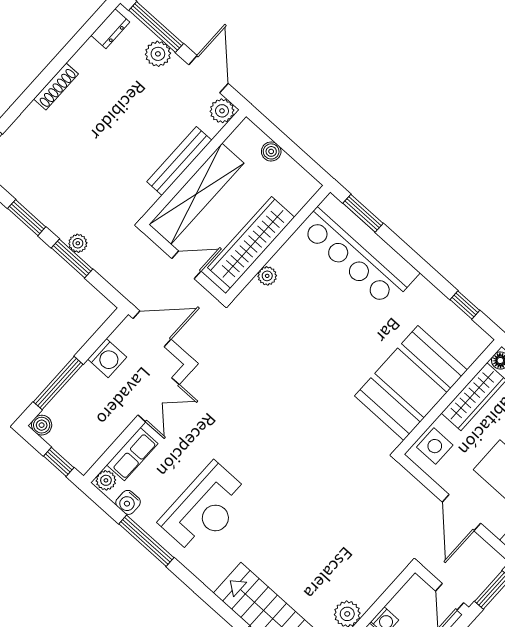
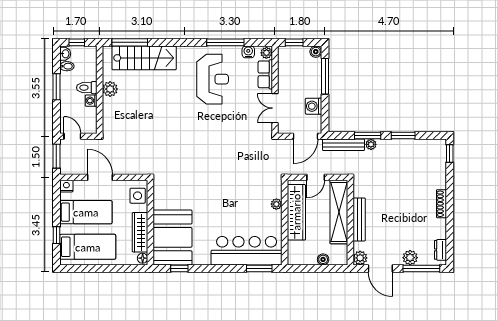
bench: (113, 274) -> (343, 145), added
booth: (411, 383) -> (172, 237), moved
reception desk: (205, 509) -> (213, 79), turned 180

